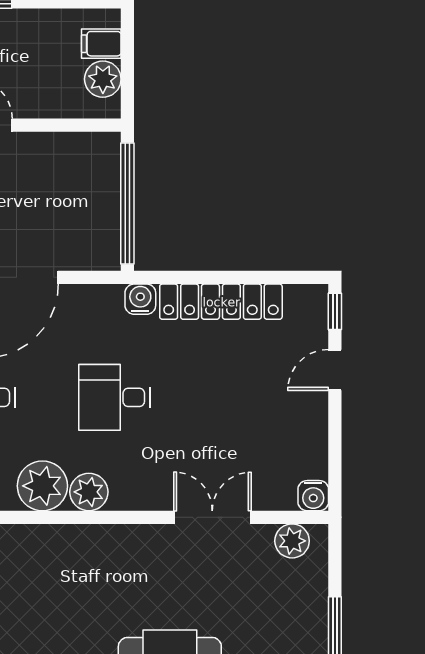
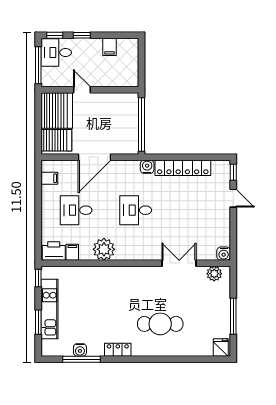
filing cabinet: (101, 44) -> (110, 47), moved, turned -90
plant: (103, 79) -> (131, 70), removed
door: (335, 370) -> (233, 198), swing flipped
plant: (89, 492) -> (124, 252), removed

